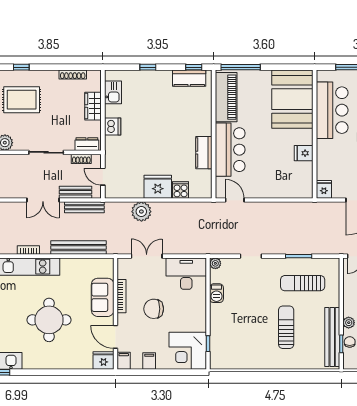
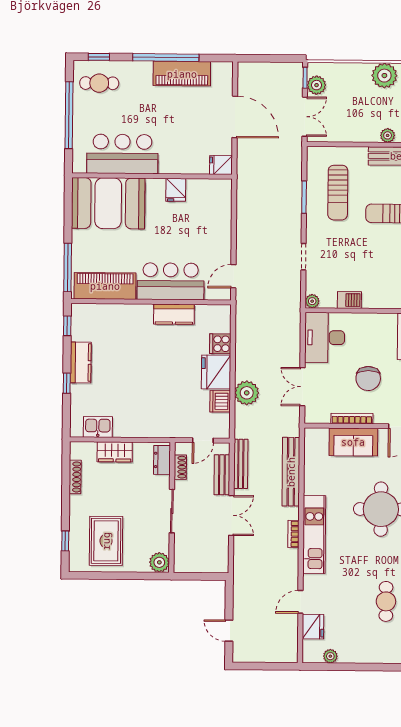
kitchen counter: (189, 78) -> (81, 363), moved
dishwasher: (113, 127) -> (220, 401), moved, turned -90

